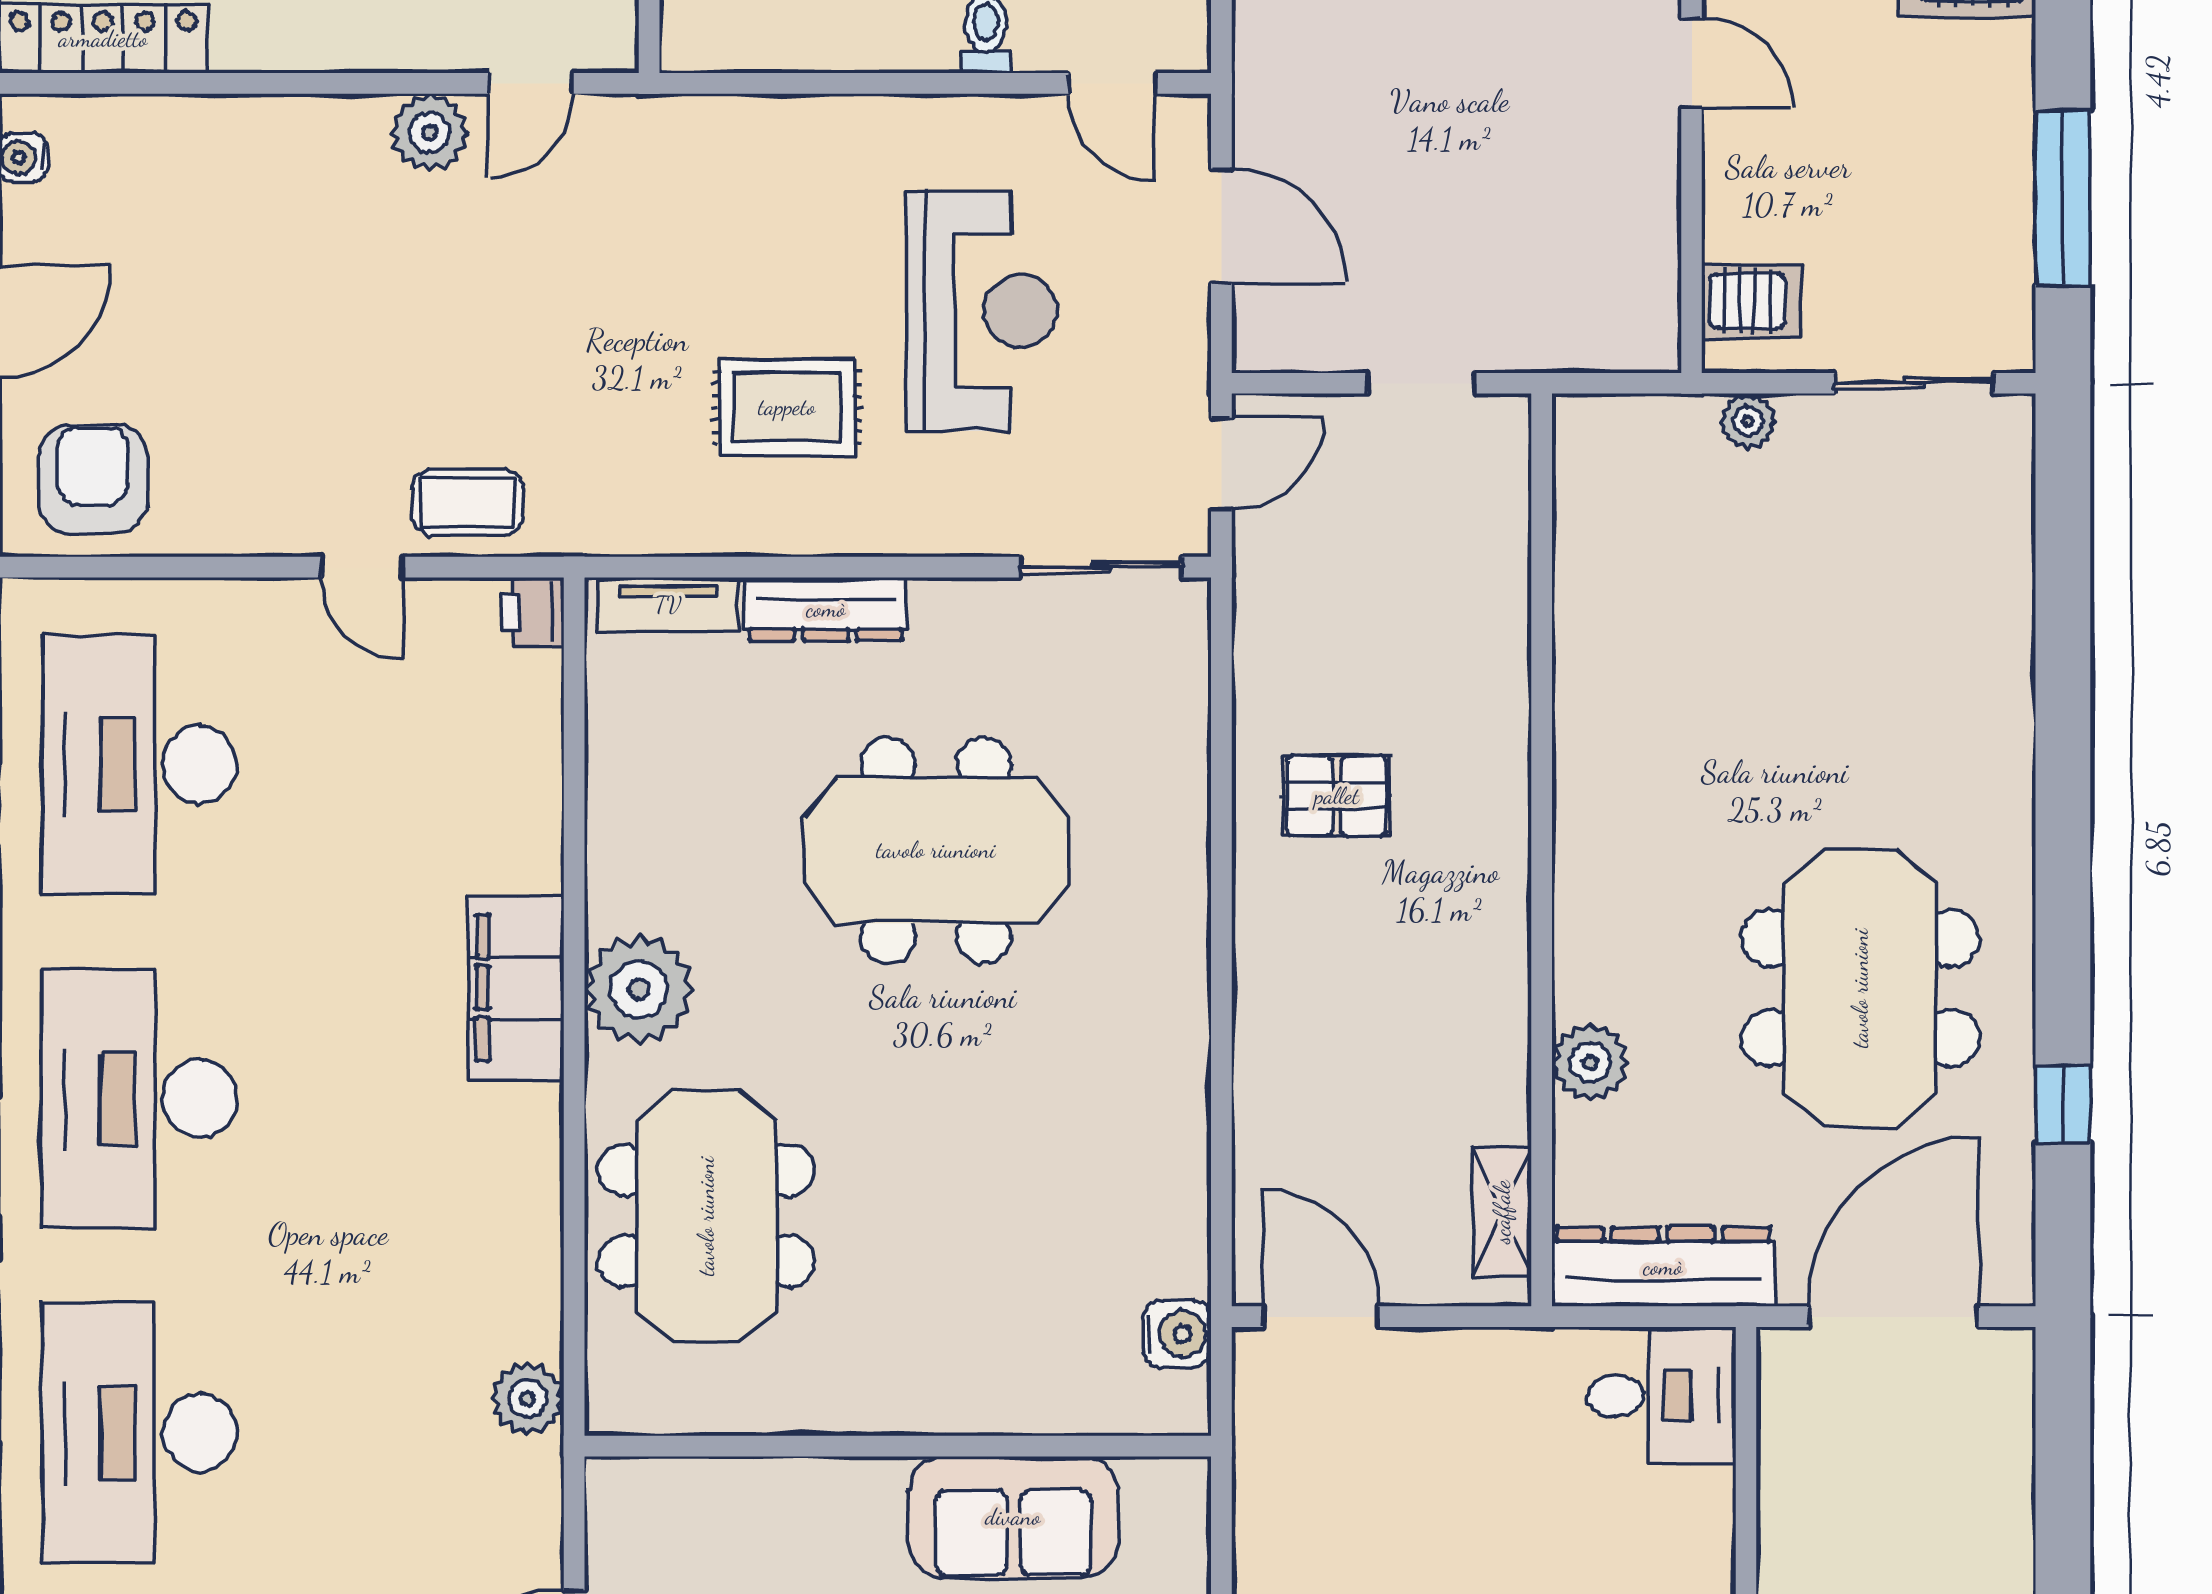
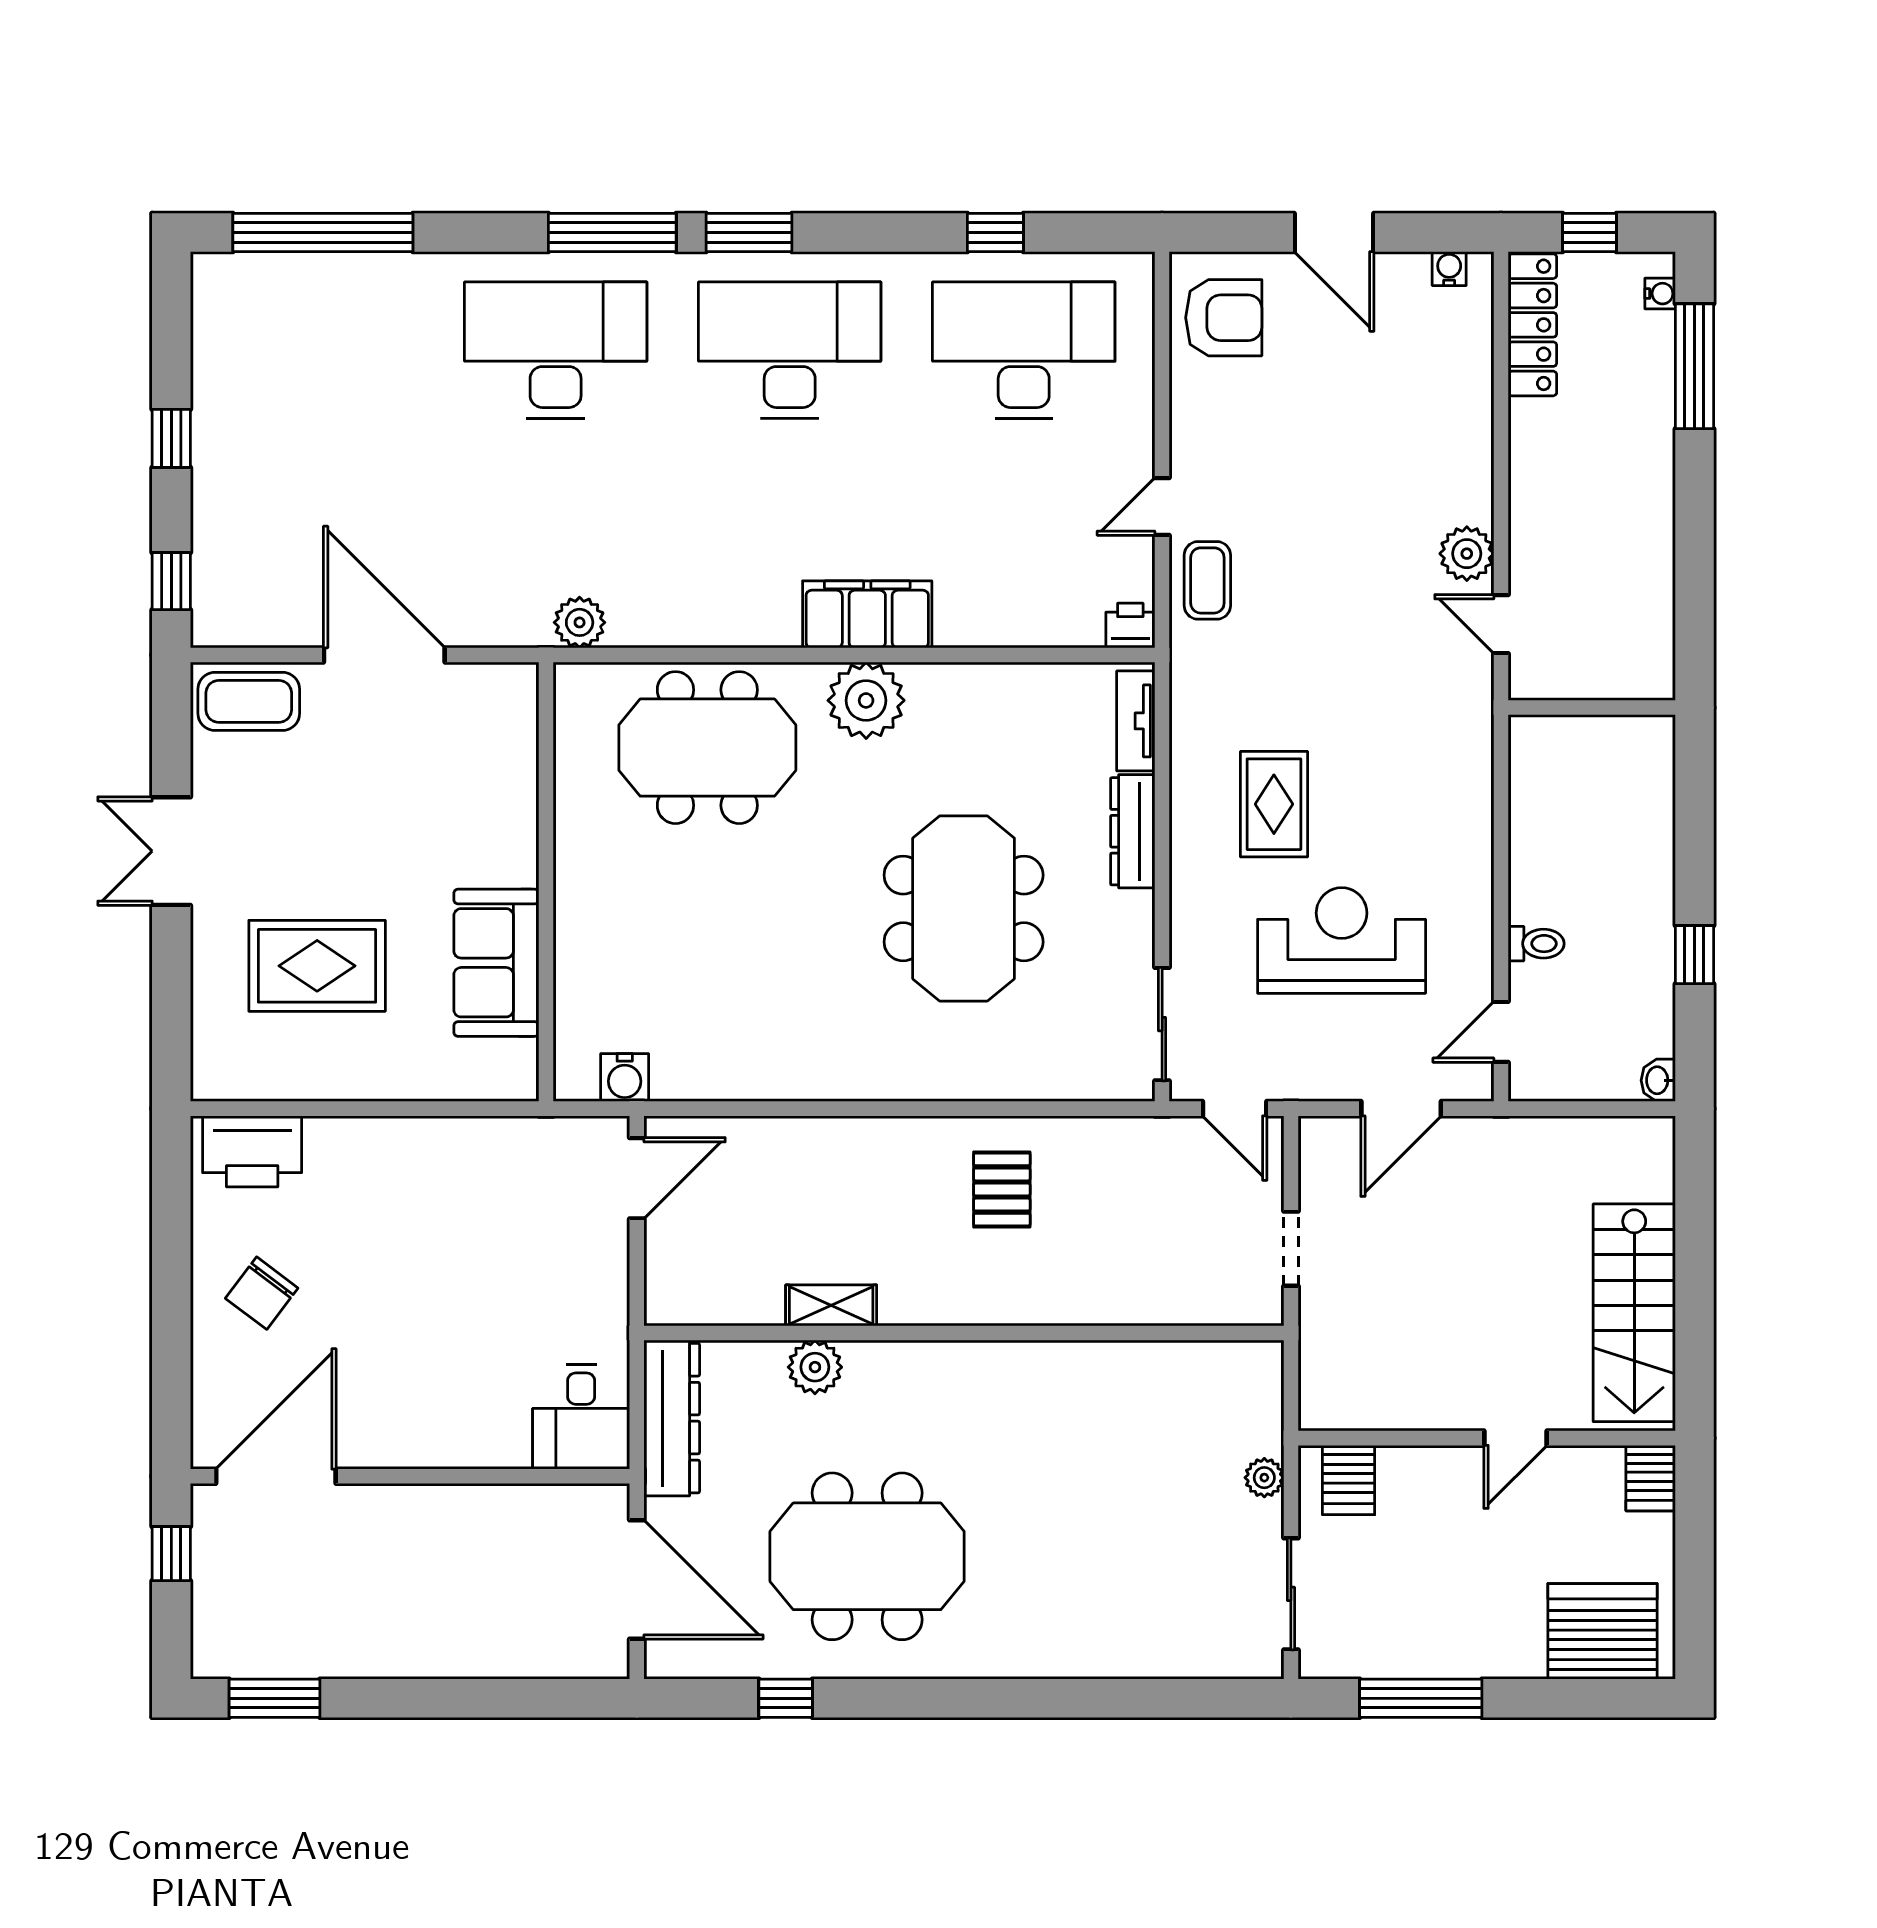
reception desk: (982, 311) -> (1342, 941), turned 180
shelving: (1502, 1212) -> (831, 1305), moved

